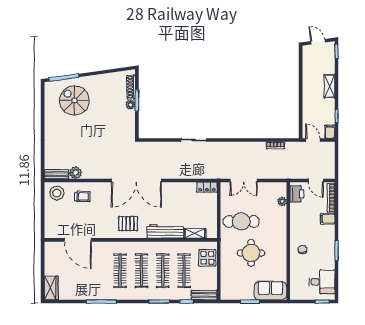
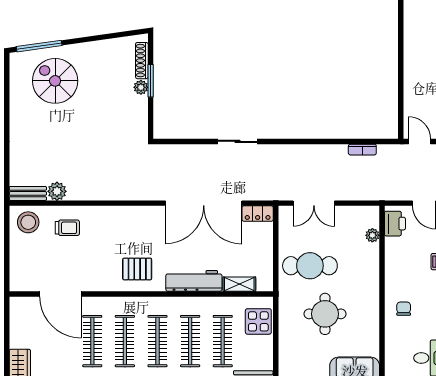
double door: (136, 180) -> (204, 203), moved
clothes rail: (99, 271) -> (92, 341), added

